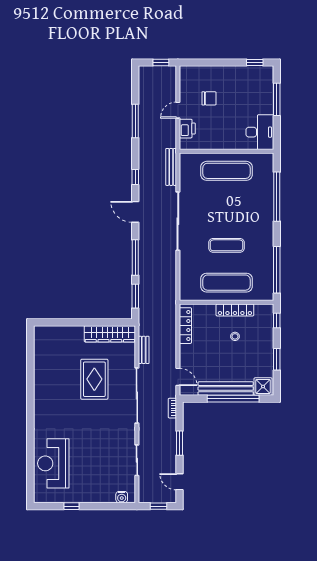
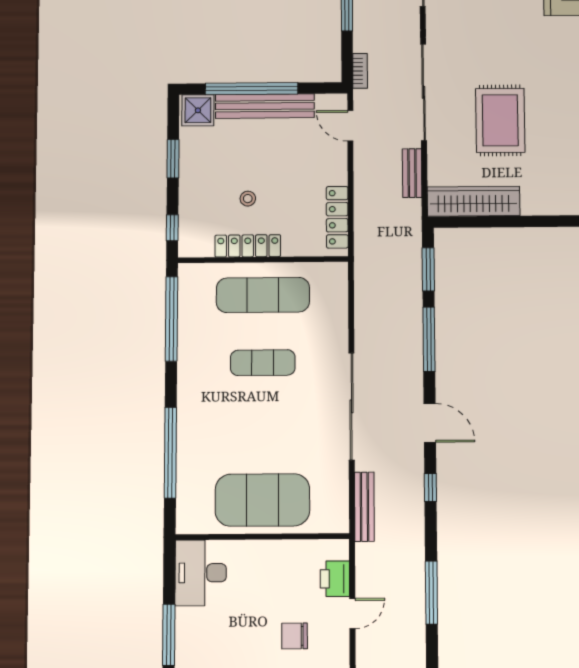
exercise mat: (227, 171) -> (262, 500), width x1.47

